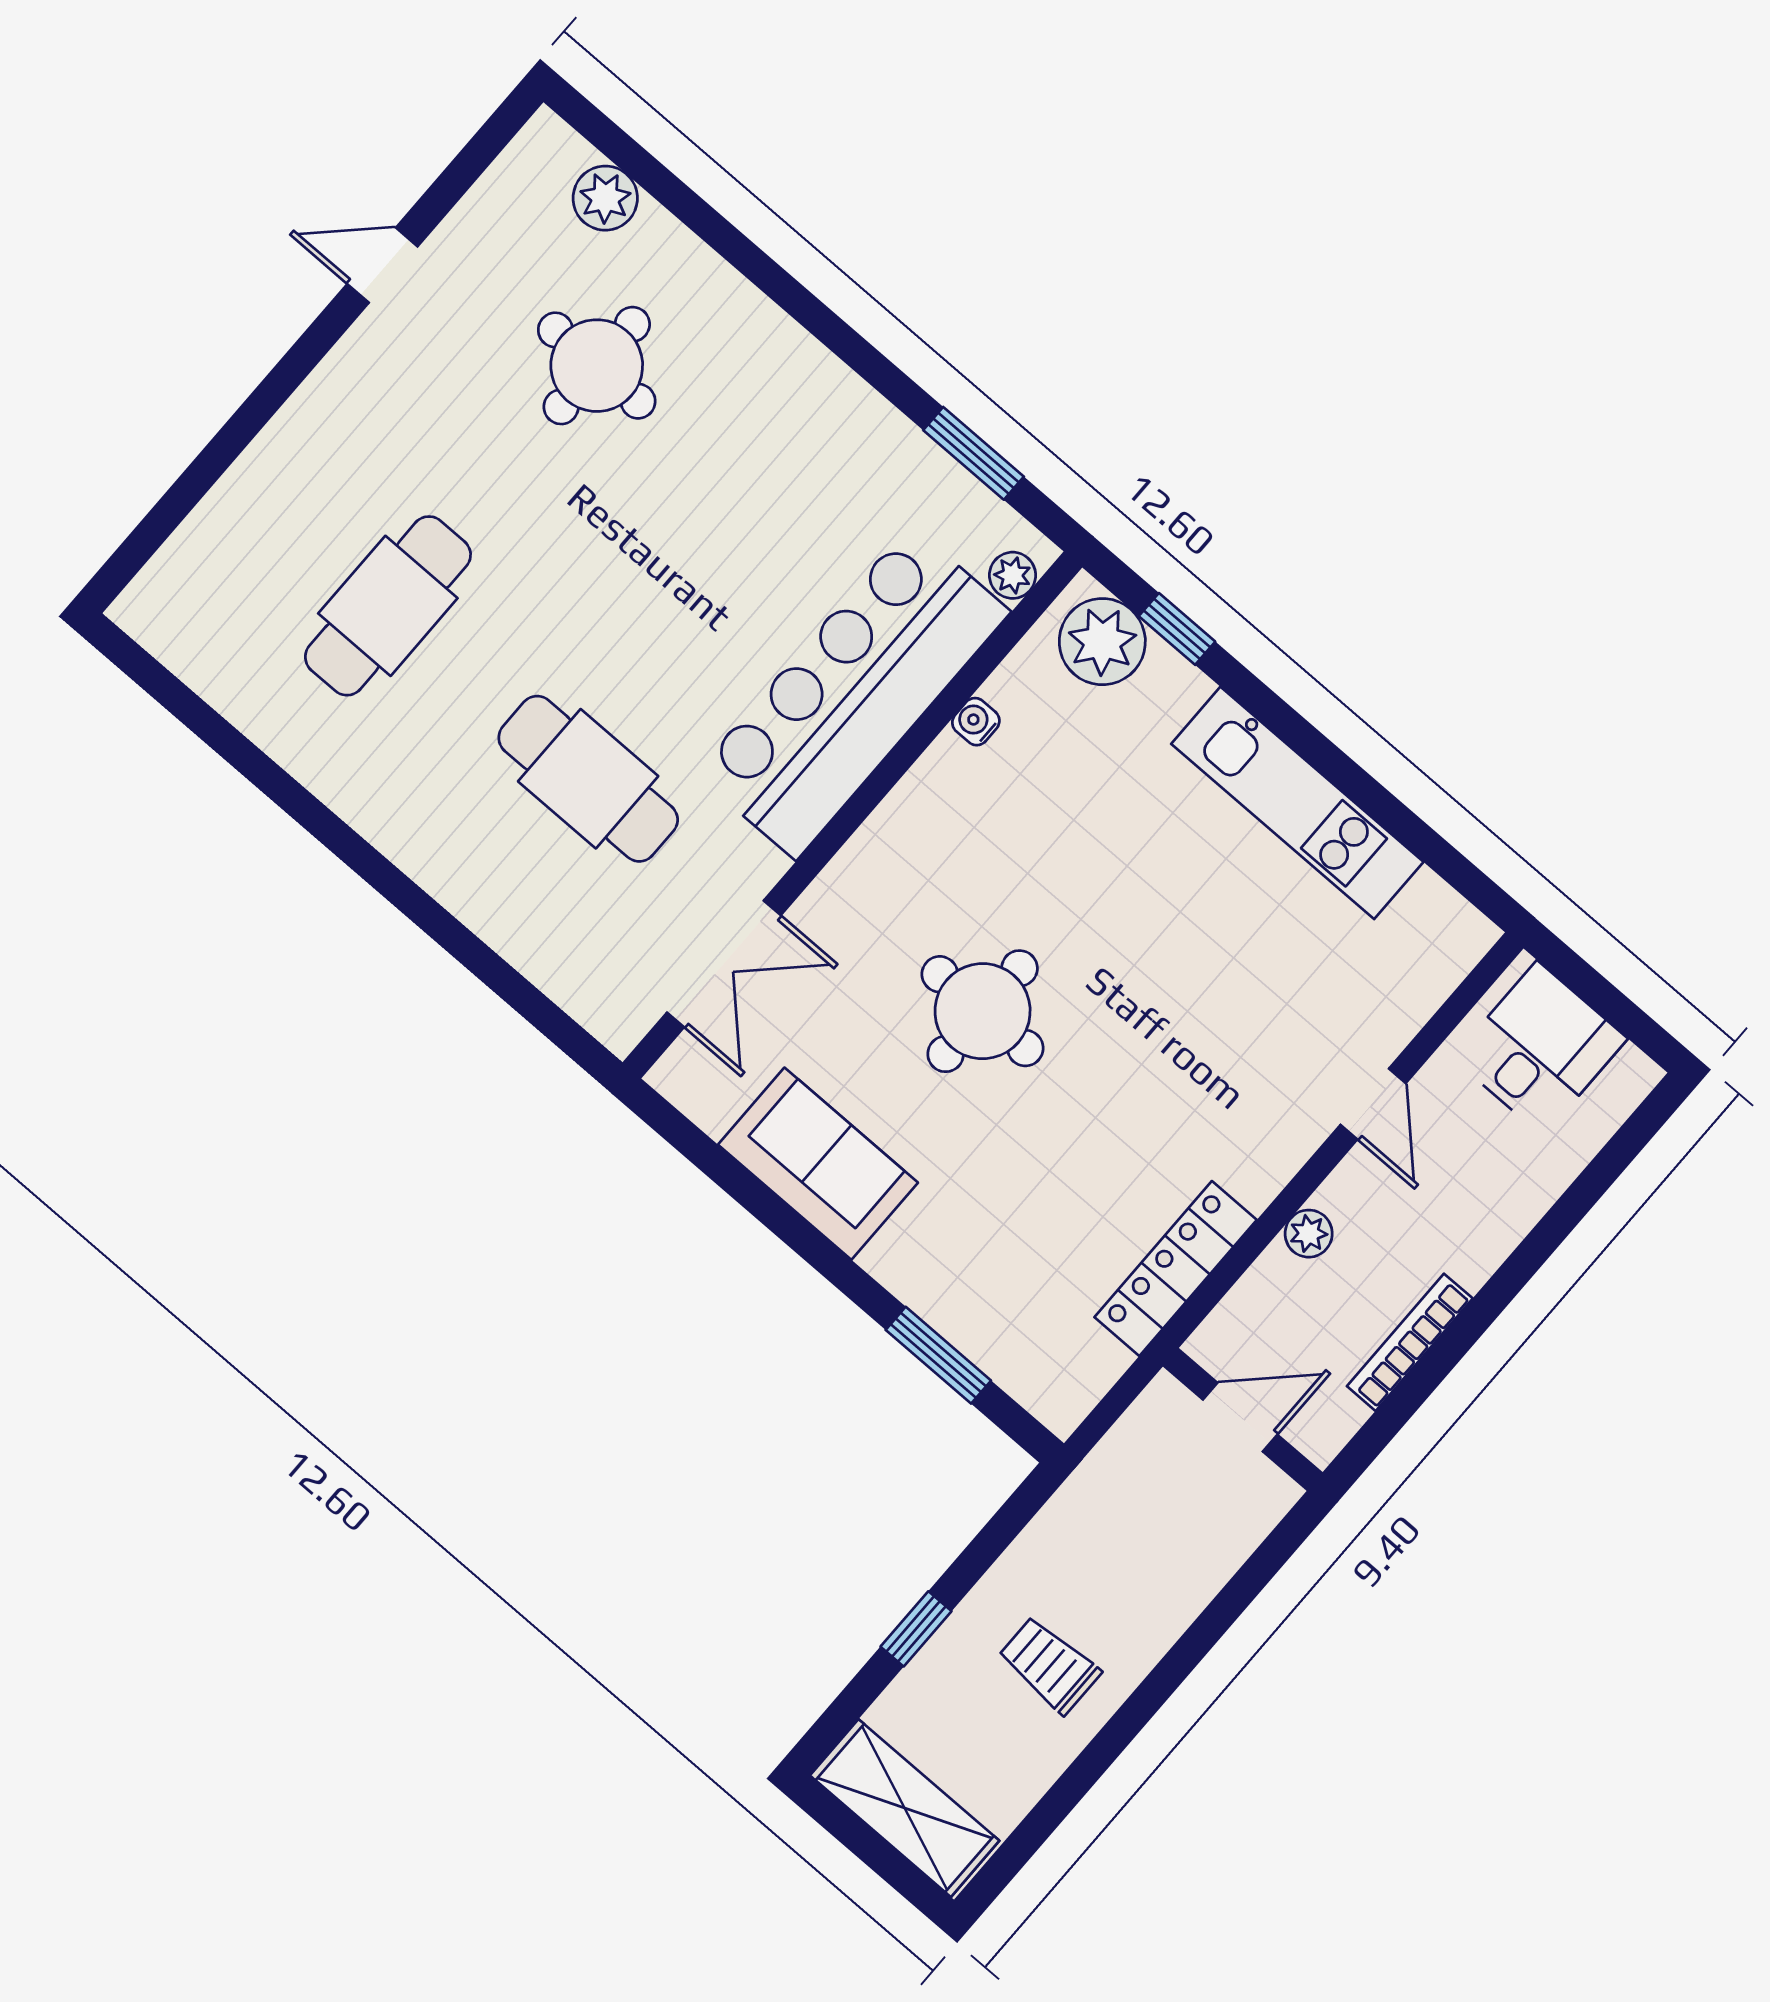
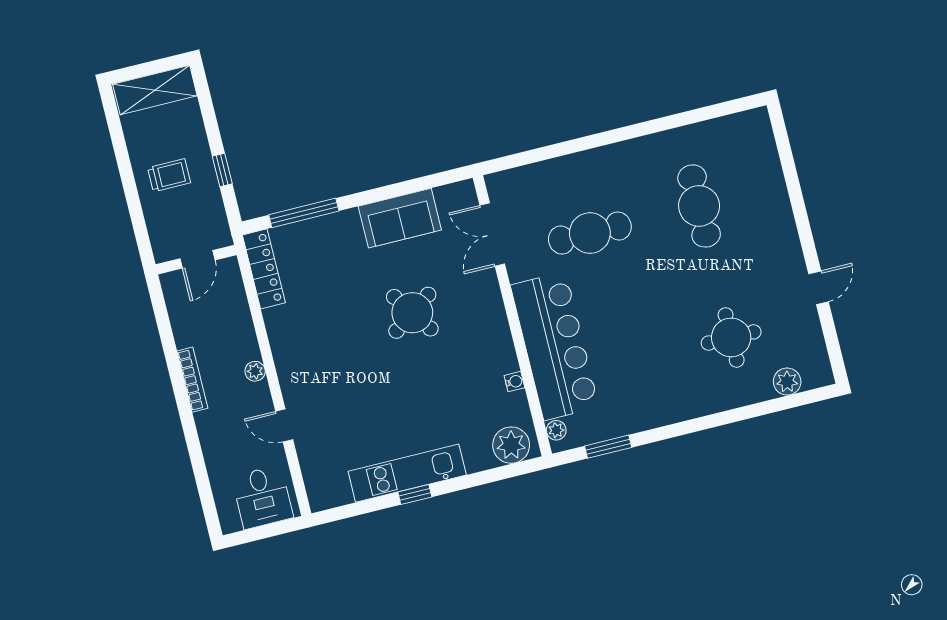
window: (1177, 629) -> (415, 495), moved
round table: (983, 1011) -> (412, 313), turned -35
locker: (1176, 1269) -> (264, 269), moved
window: (938, 1355) -> (304, 213), width x1.44
door: (1240, 1417) -> (198, 259), moved
wall: (1243, 1419) -> (196, 260), moved
window: (916, 1629) -> (222, 170), moved

